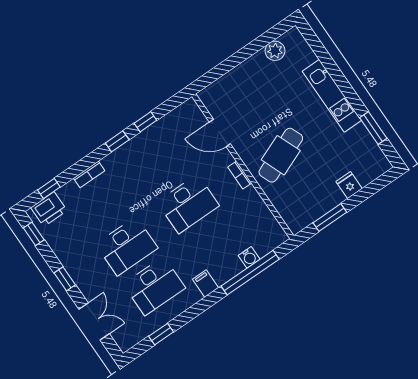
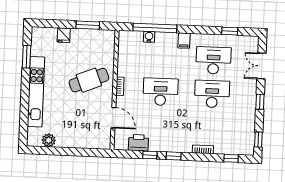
kitchen unit: (332, 96) -> (36, 92), width x1.36
printer: (49, 209) -> (138, 143), moved

